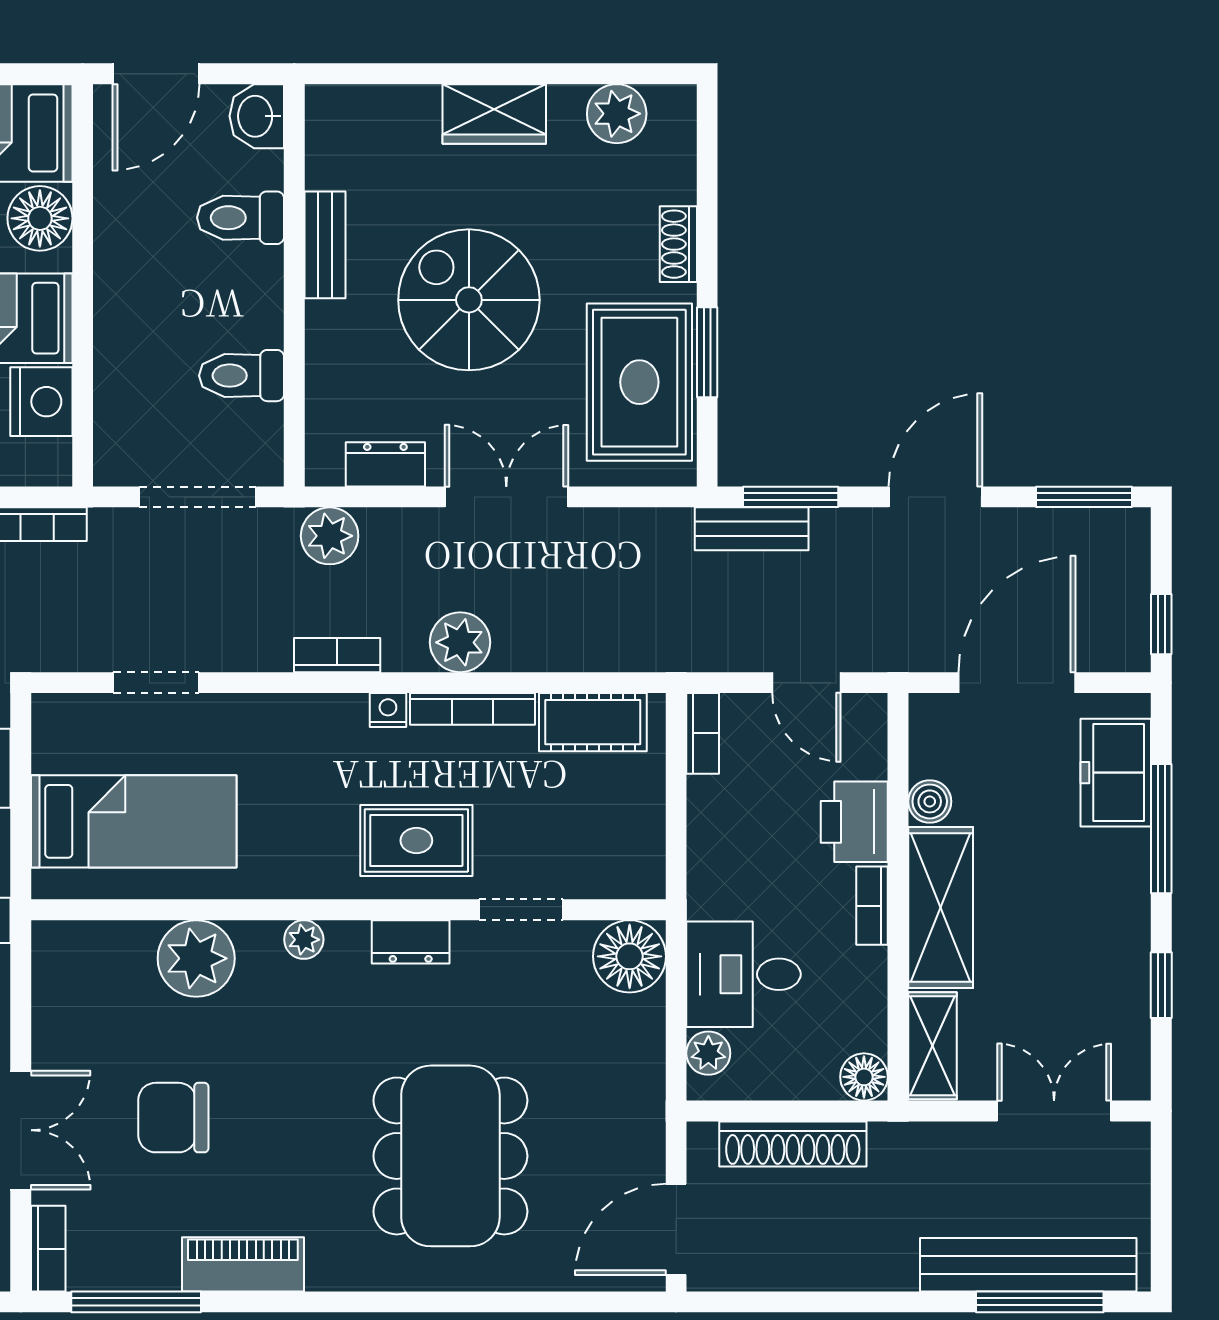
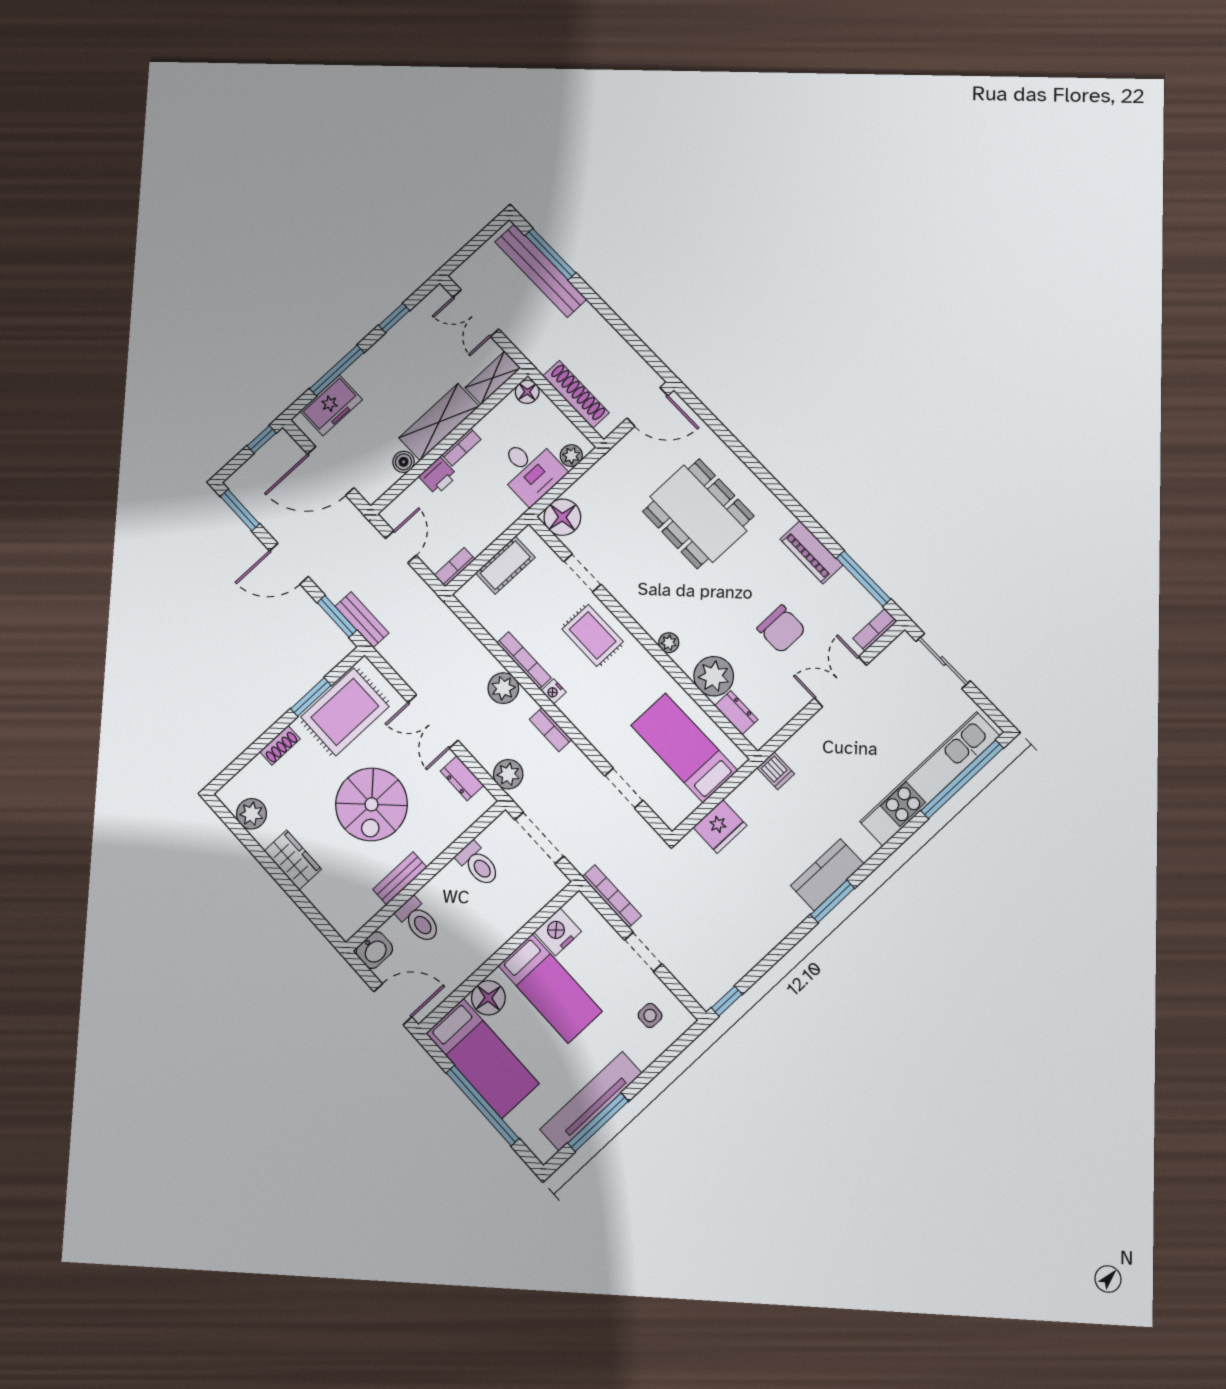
cot: (593, 722) -> (505, 565), moved, turned 90
printer: (854, 822) -> (438, 476), width x0.73, depth x0.81
dresser: (411, 942) -> (736, 713), moved
dining table: (450, 1156) -> (698, 514), turned 90

